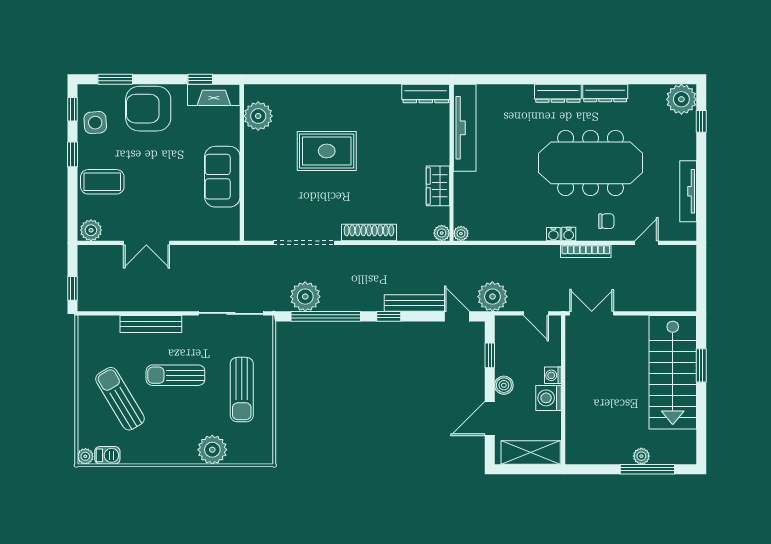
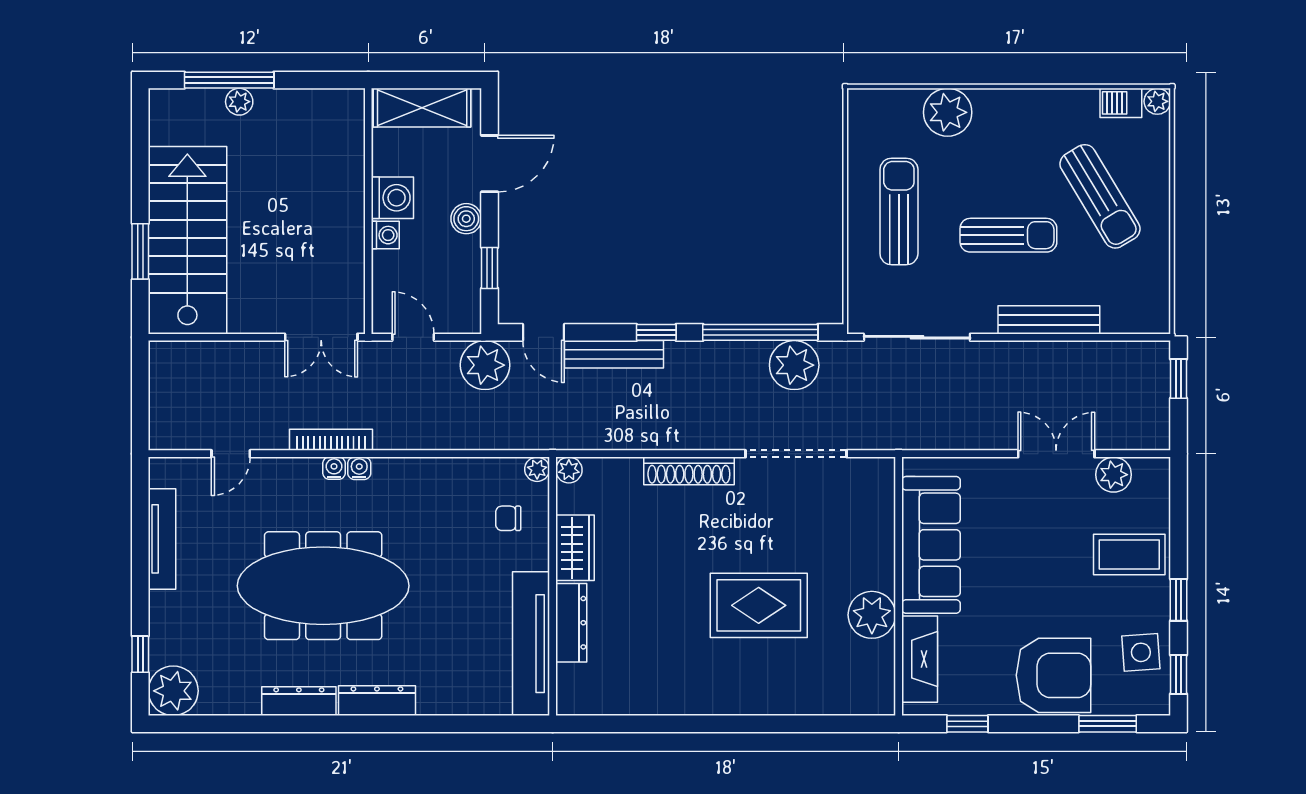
dresser: (426, 94) -> (571, 623), moved, turned 90
fireplace: (214, 95) -> (920, 659), moved, turned 90
plant: (258, 116) -> (872, 615), moved
sofa: (222, 177) -> (931, 545), width x1.36
chair: (606, 221) -> (508, 518), moved
plant: (91, 230) -> (1114, 475), moved
water cooler: (553, 234) -> (334, 468), moved

